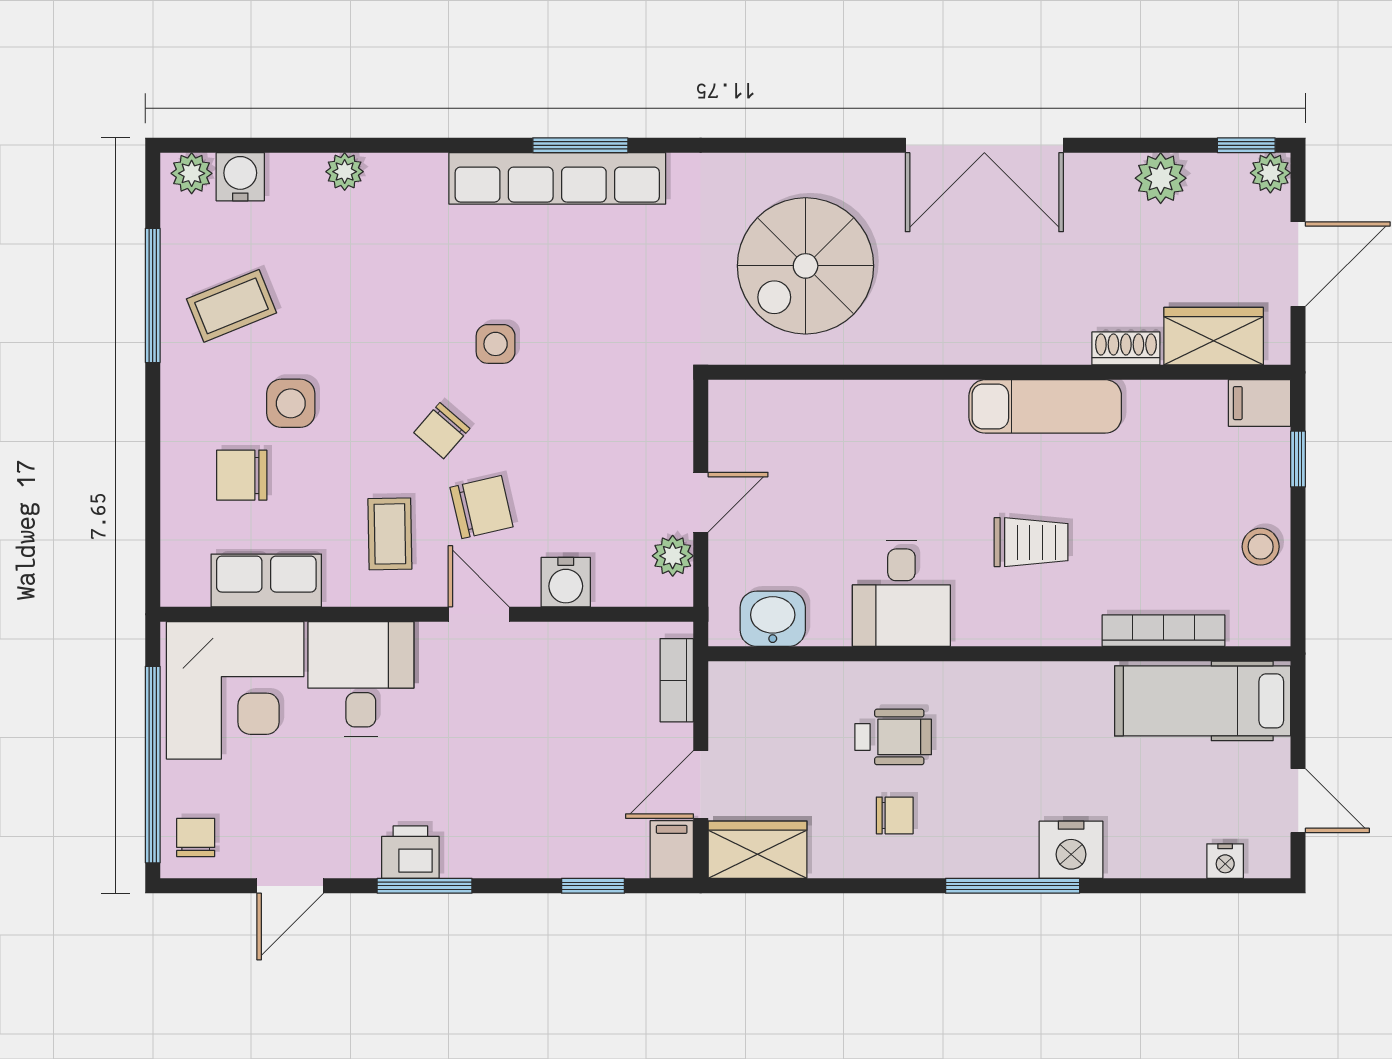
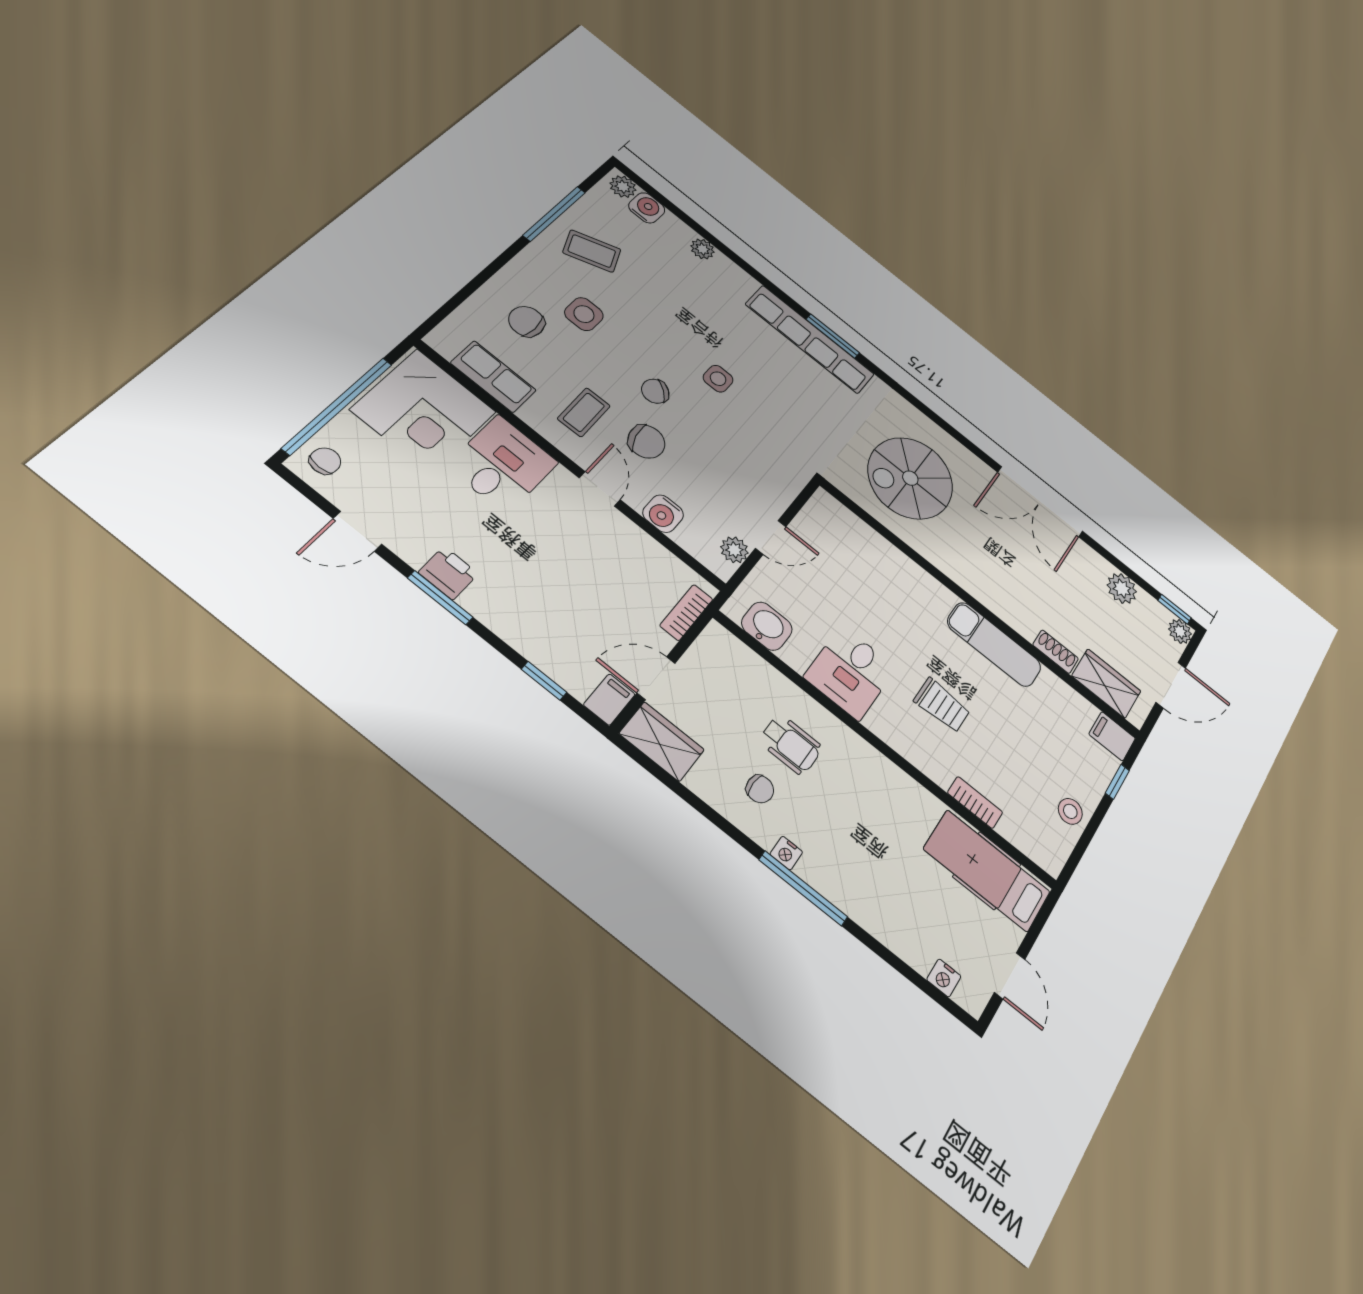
bookcase: (1163, 631) -> (975, 802), width x0.64
nightstand: (1071, 850) -> (786, 853), moved, width x0.53, depth x0.56

